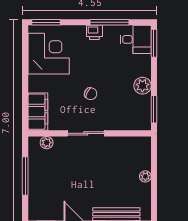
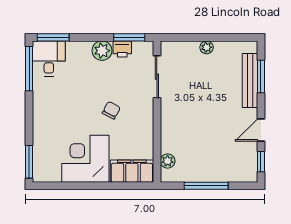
window: (109, 22) -> (29, 69), moved
printer: (94, 32) -> (122, 49), moved, turned 90
corner desk: (49, 54) -> (85, 159), moved
sliding door: (86, 133) -> (157, 77), moved

